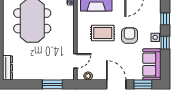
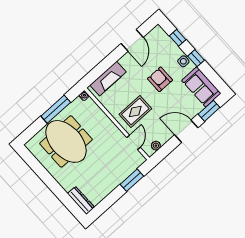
rug: (103, 33) -> (135, 112), moved

